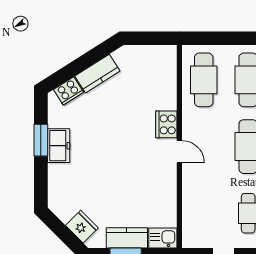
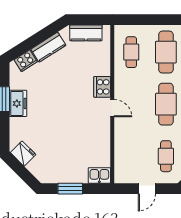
cafe table: (204, 80) -> (131, 52), width x0.73, depth x0.74
fridge: (82, 227) -> (23, 154), moved
kitchen counter: (127, 238) -> (86, 33), moved, turned 180

